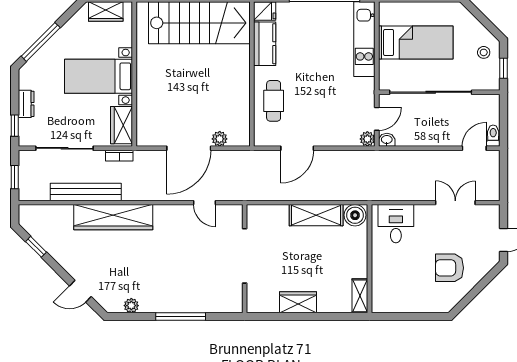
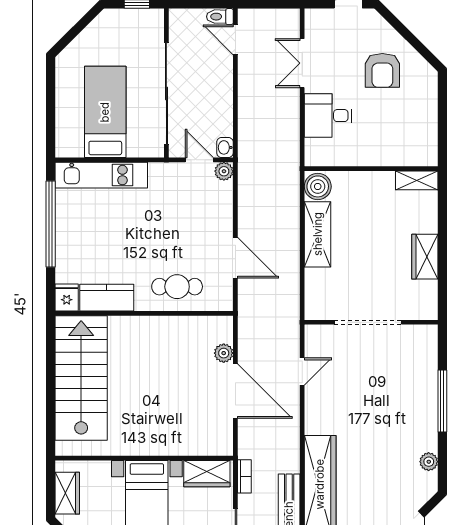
stool: (484, 52) -> (117, 28), removed
desk: (396, 224) -> (328, 116), moved

